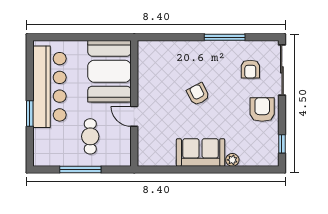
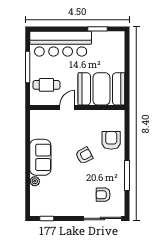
bar counter: (49, 87) -> (61, 44), moved
armchair: (262, 110) -> (111, 140), moved, turned -90
window: (30, 114) -> (97, 29), moved
cafe table: (90, 136) -> (46, 85), moved

